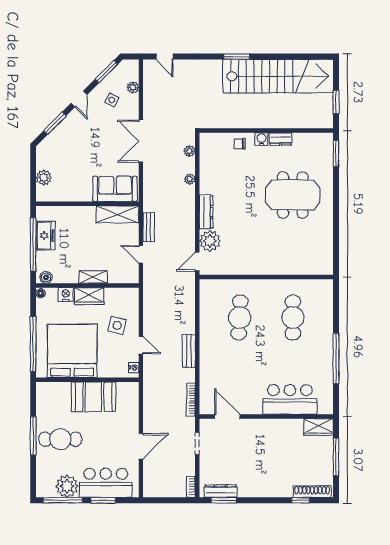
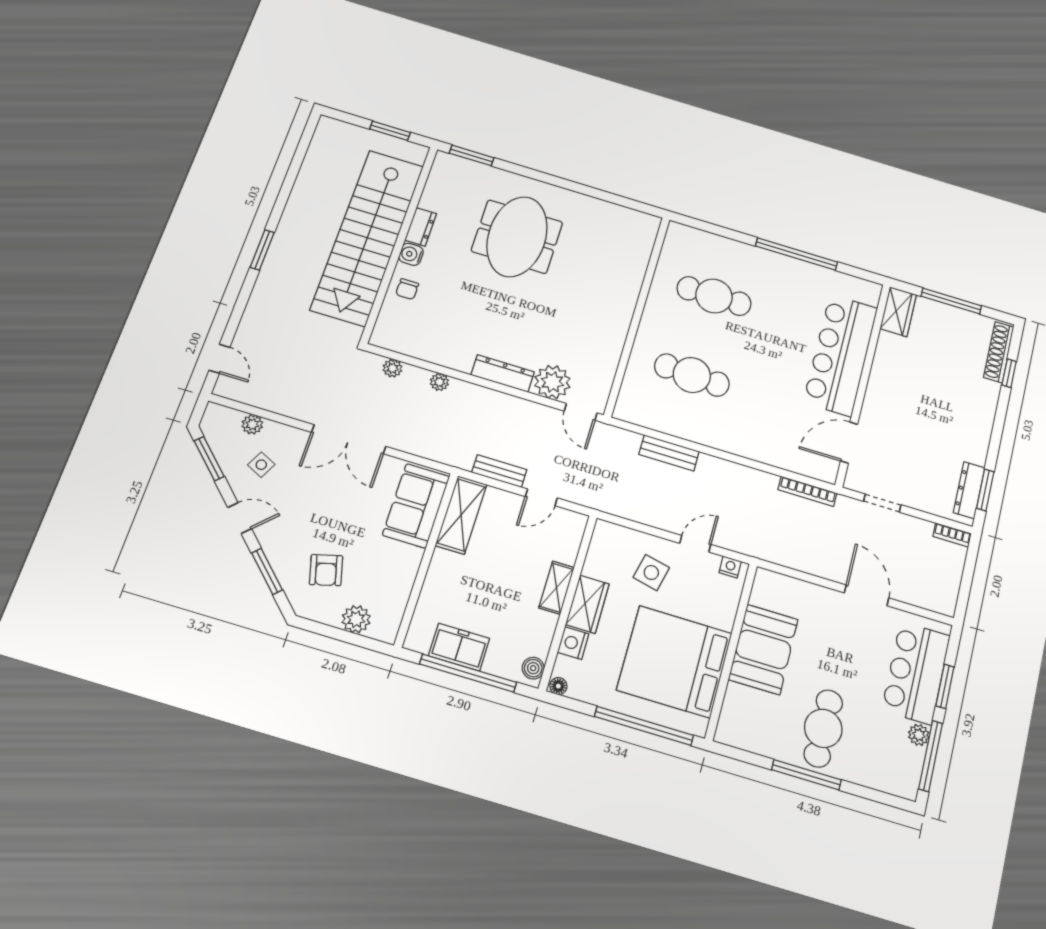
door: (165, 57) -> (219, 359), hinge flipped
stairs: (278, 76) -> (368, 237), moved, turned 180
armchair: (65, 153) -> (326, 570), added
bench: (189, 351) -> (669, 453), moved
bar counter: (290, 399) -> (841, 355), width x1.36
plant: (67, 486) -> (919, 735), width x0.53, depth x0.53

